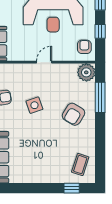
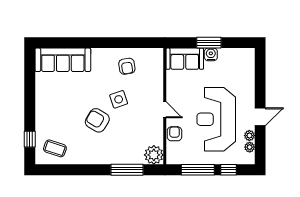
window: (100, 31) -> (198, 170), width x2.17
armchair: (84, 47) -> (174, 134), moved, turned -90
armchair: (74, 114) -> (97, 120), moved

